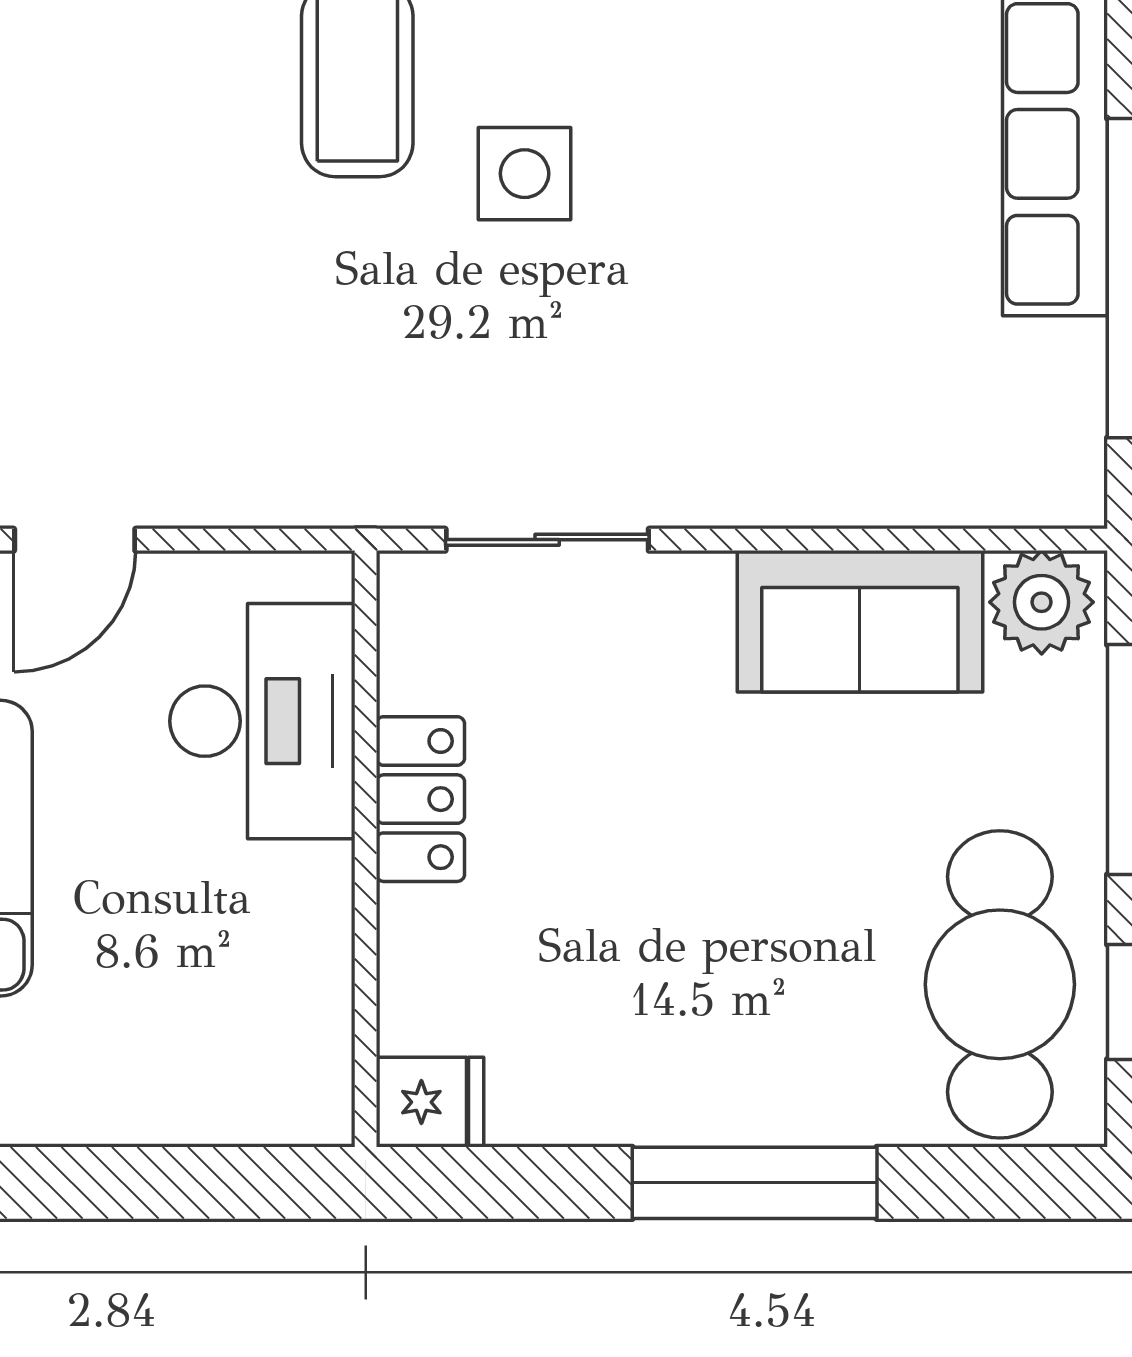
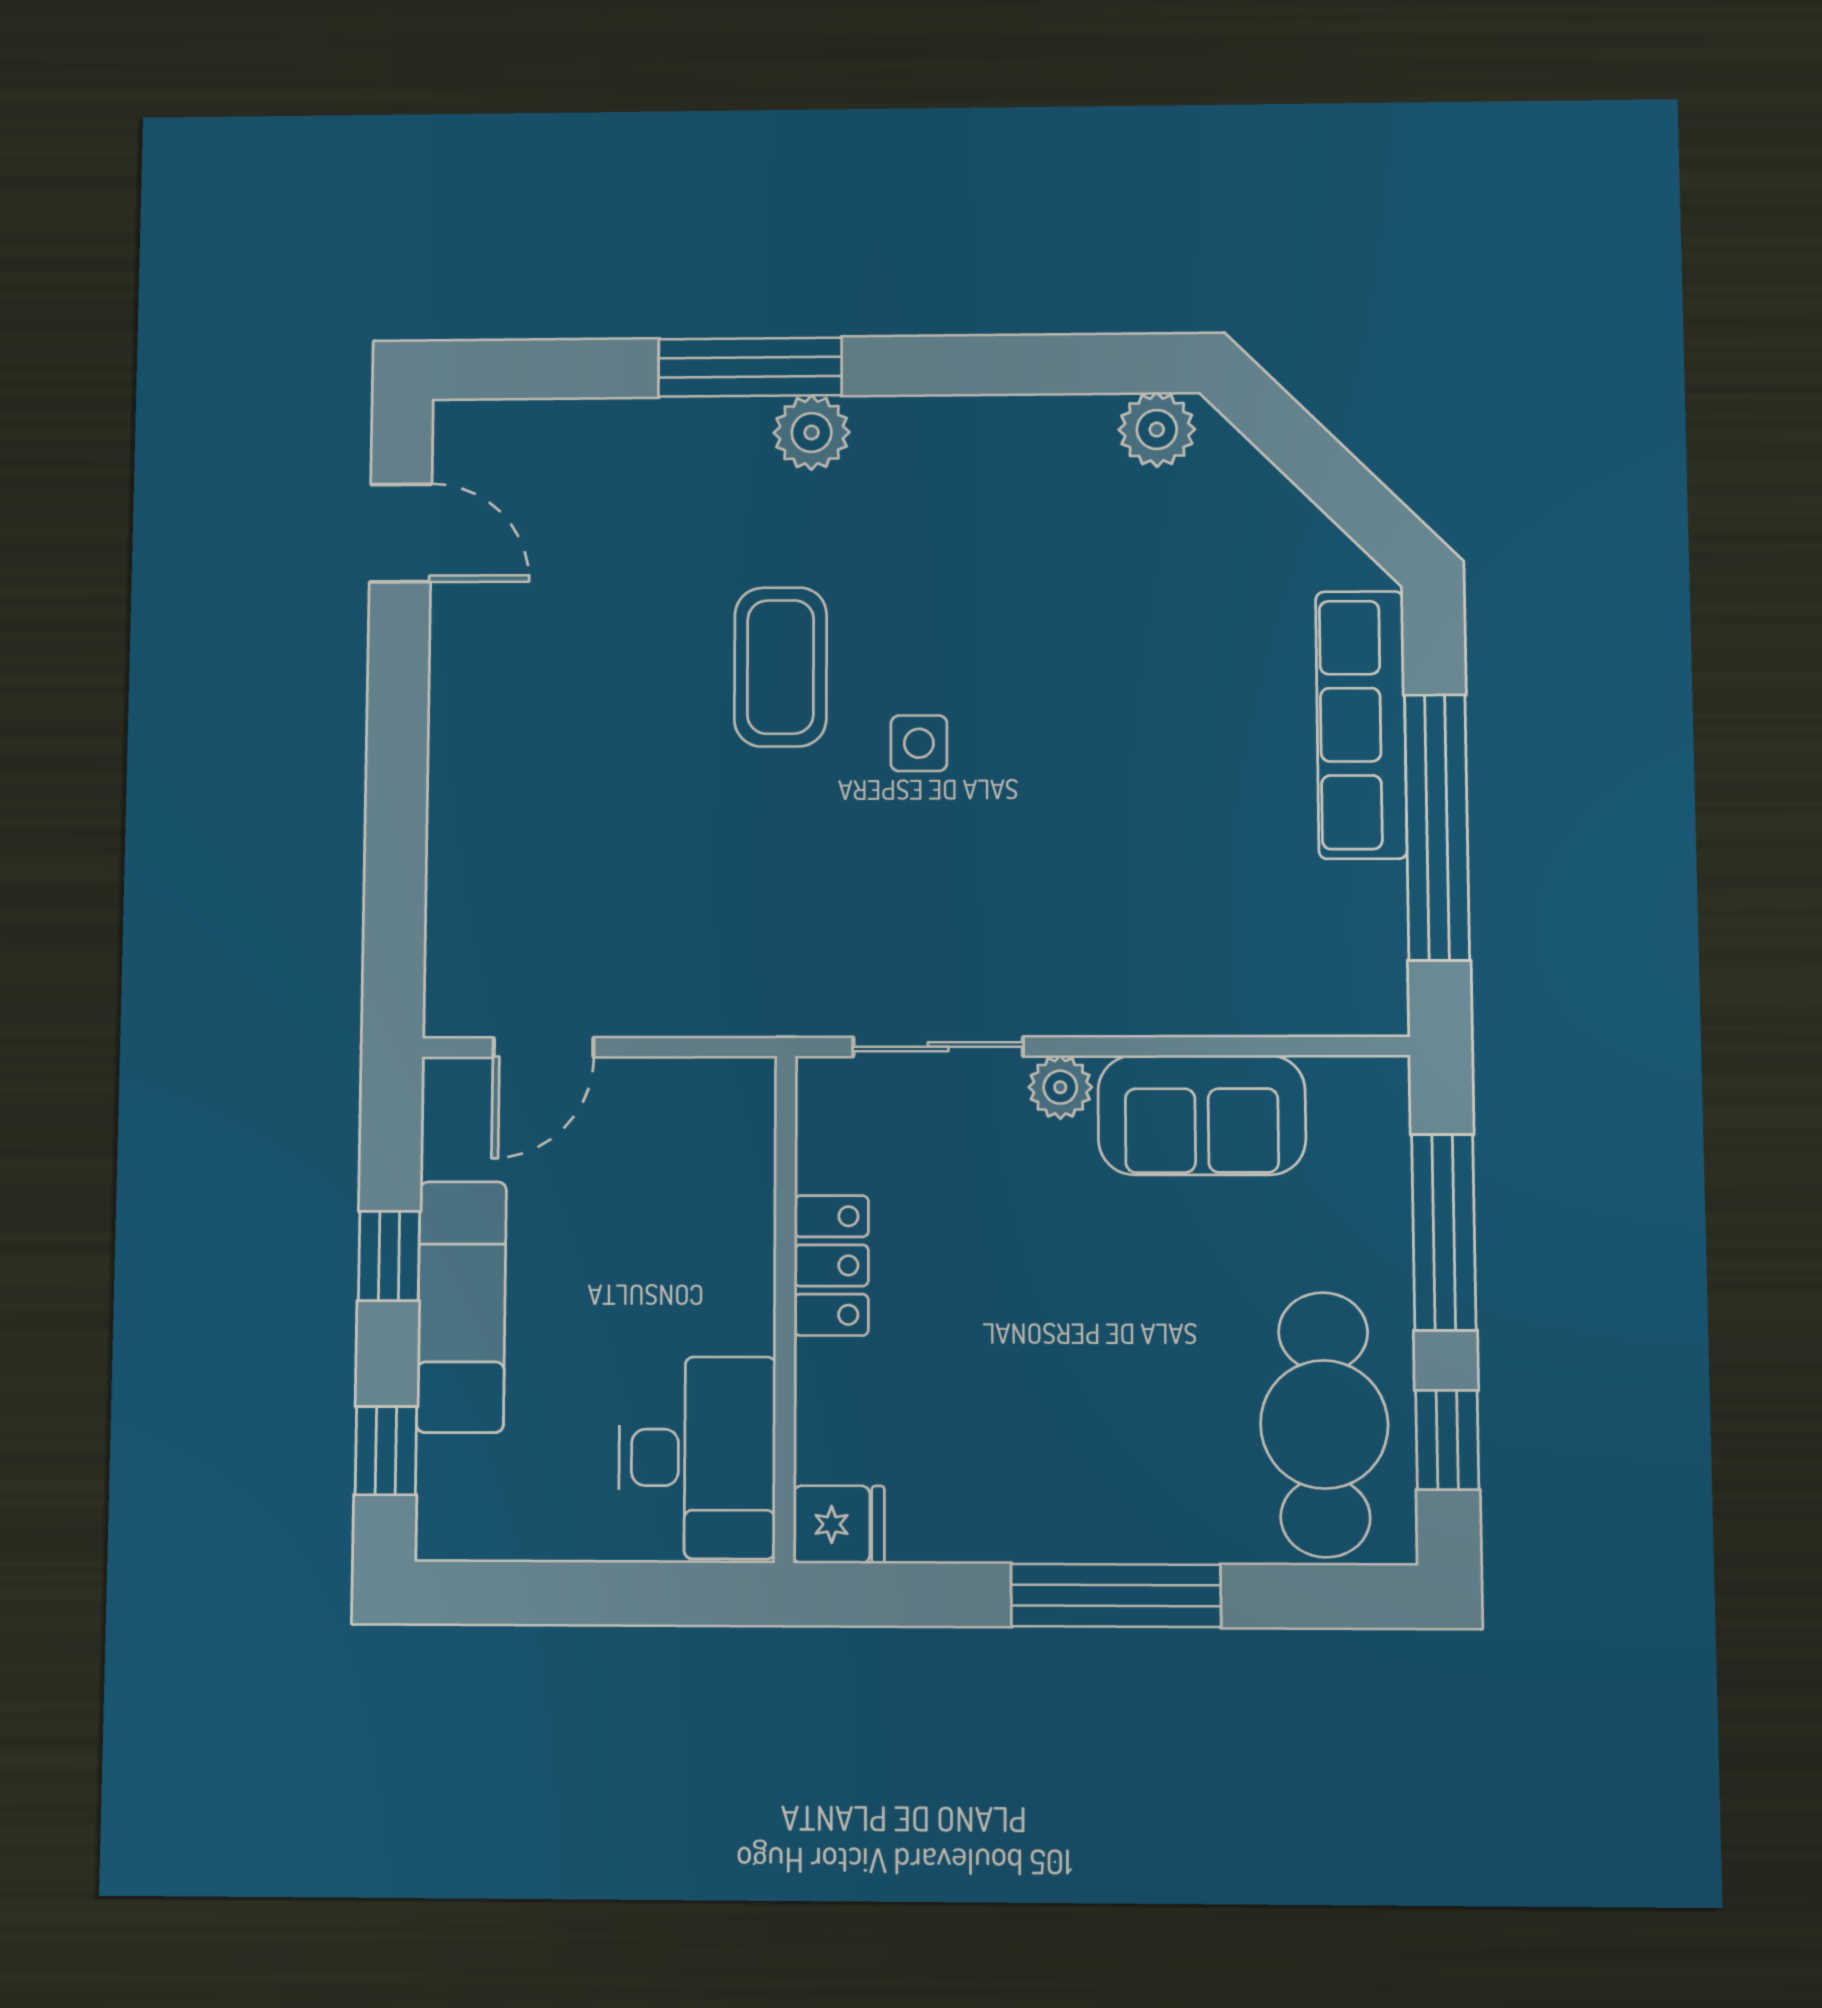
side table: (525, 174) -> (919, 743), width x0.73, depth x0.73
plant: (1042, 602) -> (1060, 1087), moved, width x0.73, depth x0.73
desk: (262, 721) -> (697, 1458), moved

